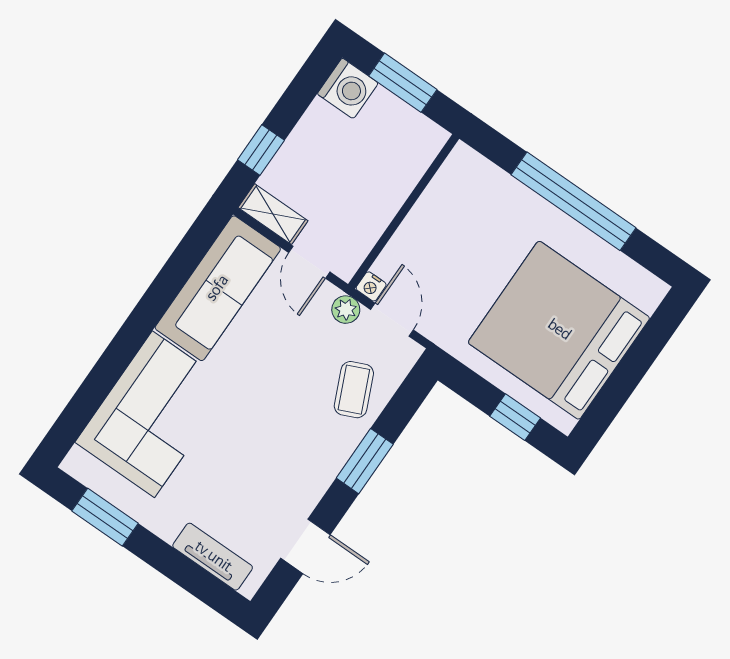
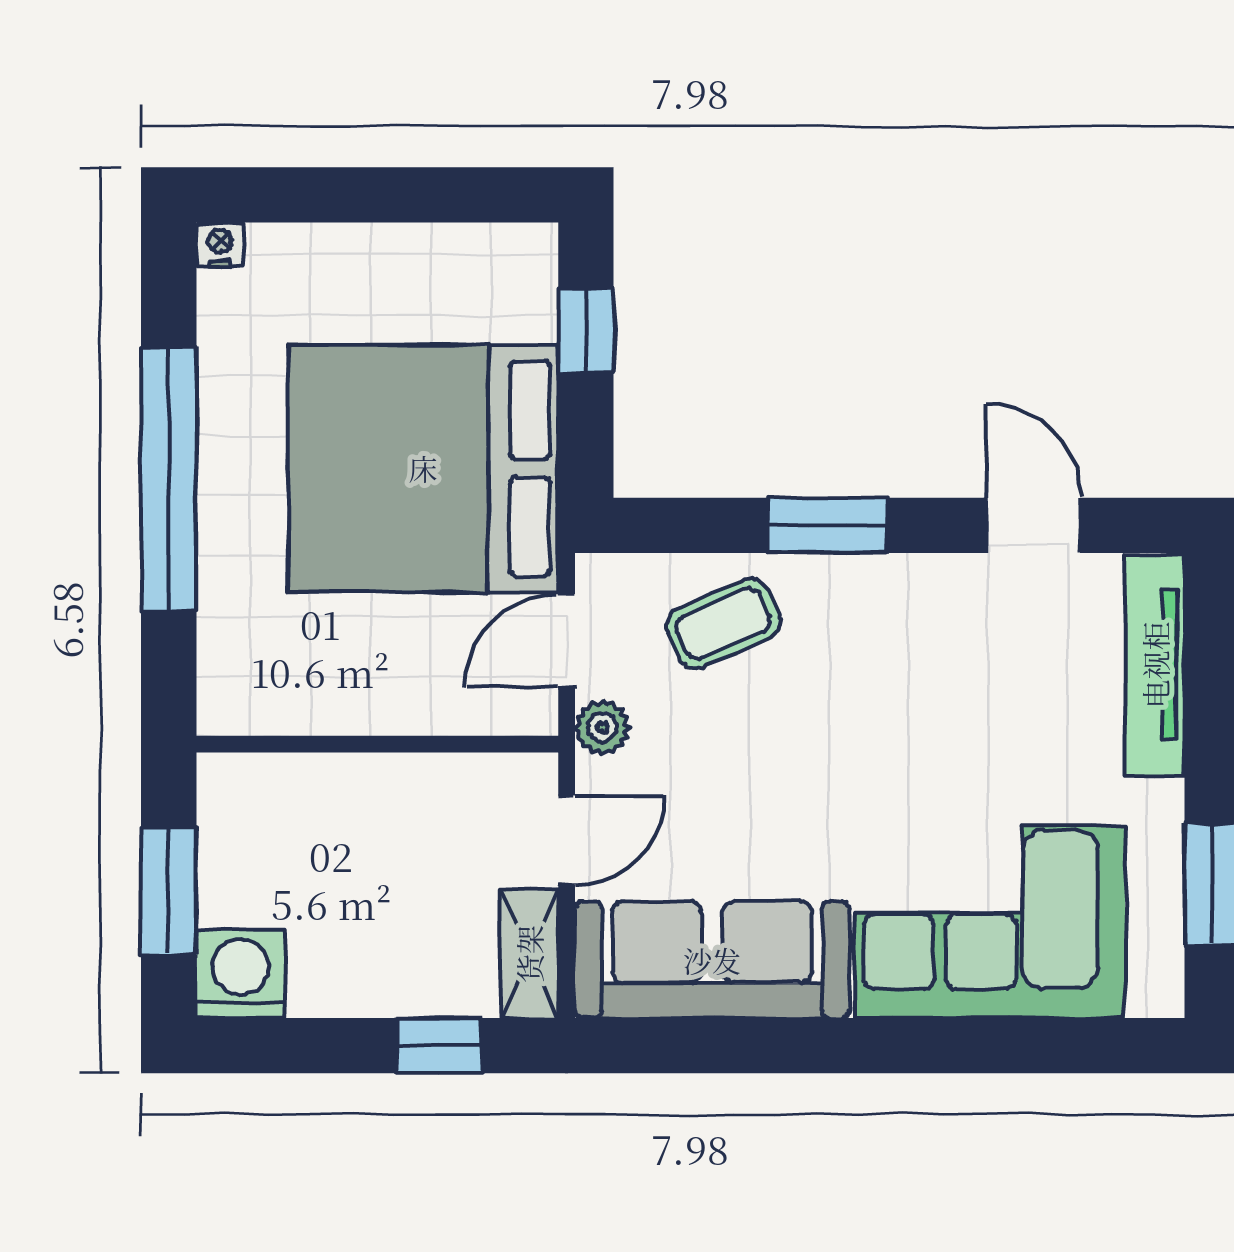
nightstand: (371, 286) -> (220, 245), moved, turned -90
bed: (559, 330) -> (423, 468), moved, turned 90
tv unit: (213, 557) -> (1155, 665), width x1.41

